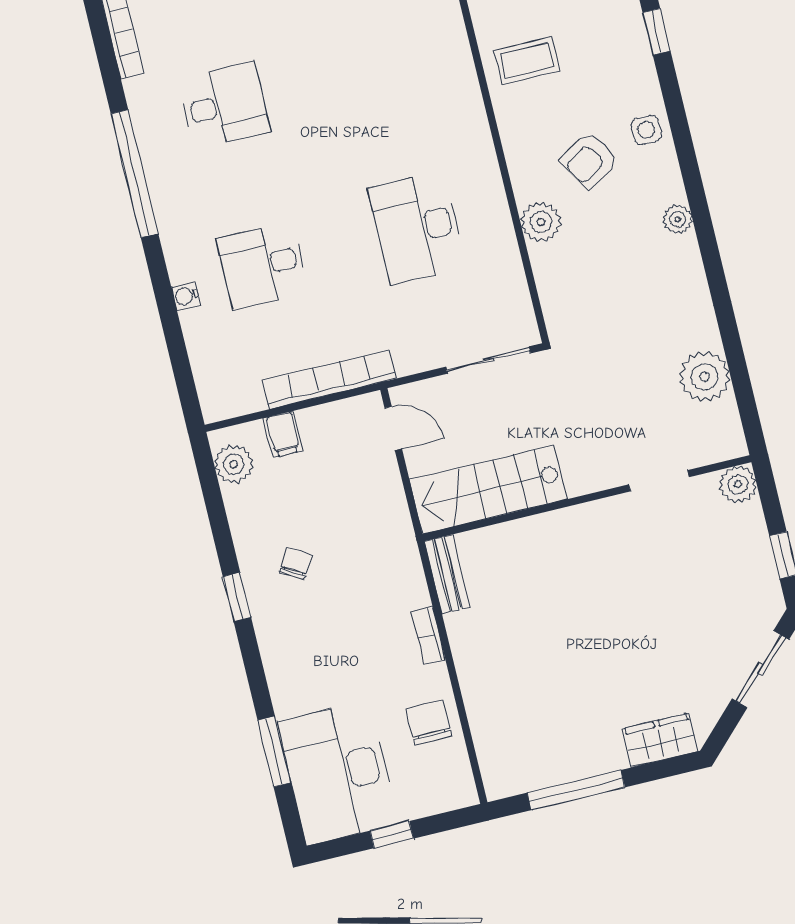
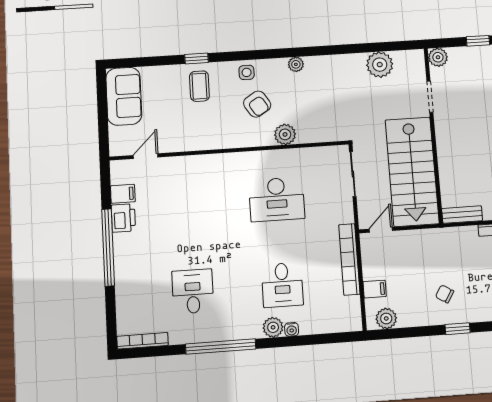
coffee table: (527, 60) -> (199, 86), moved
plant: (184, 262) -> (273, 327), added
stairs: (488, 489) -> (412, 172), width x1.36, depth x1.51

